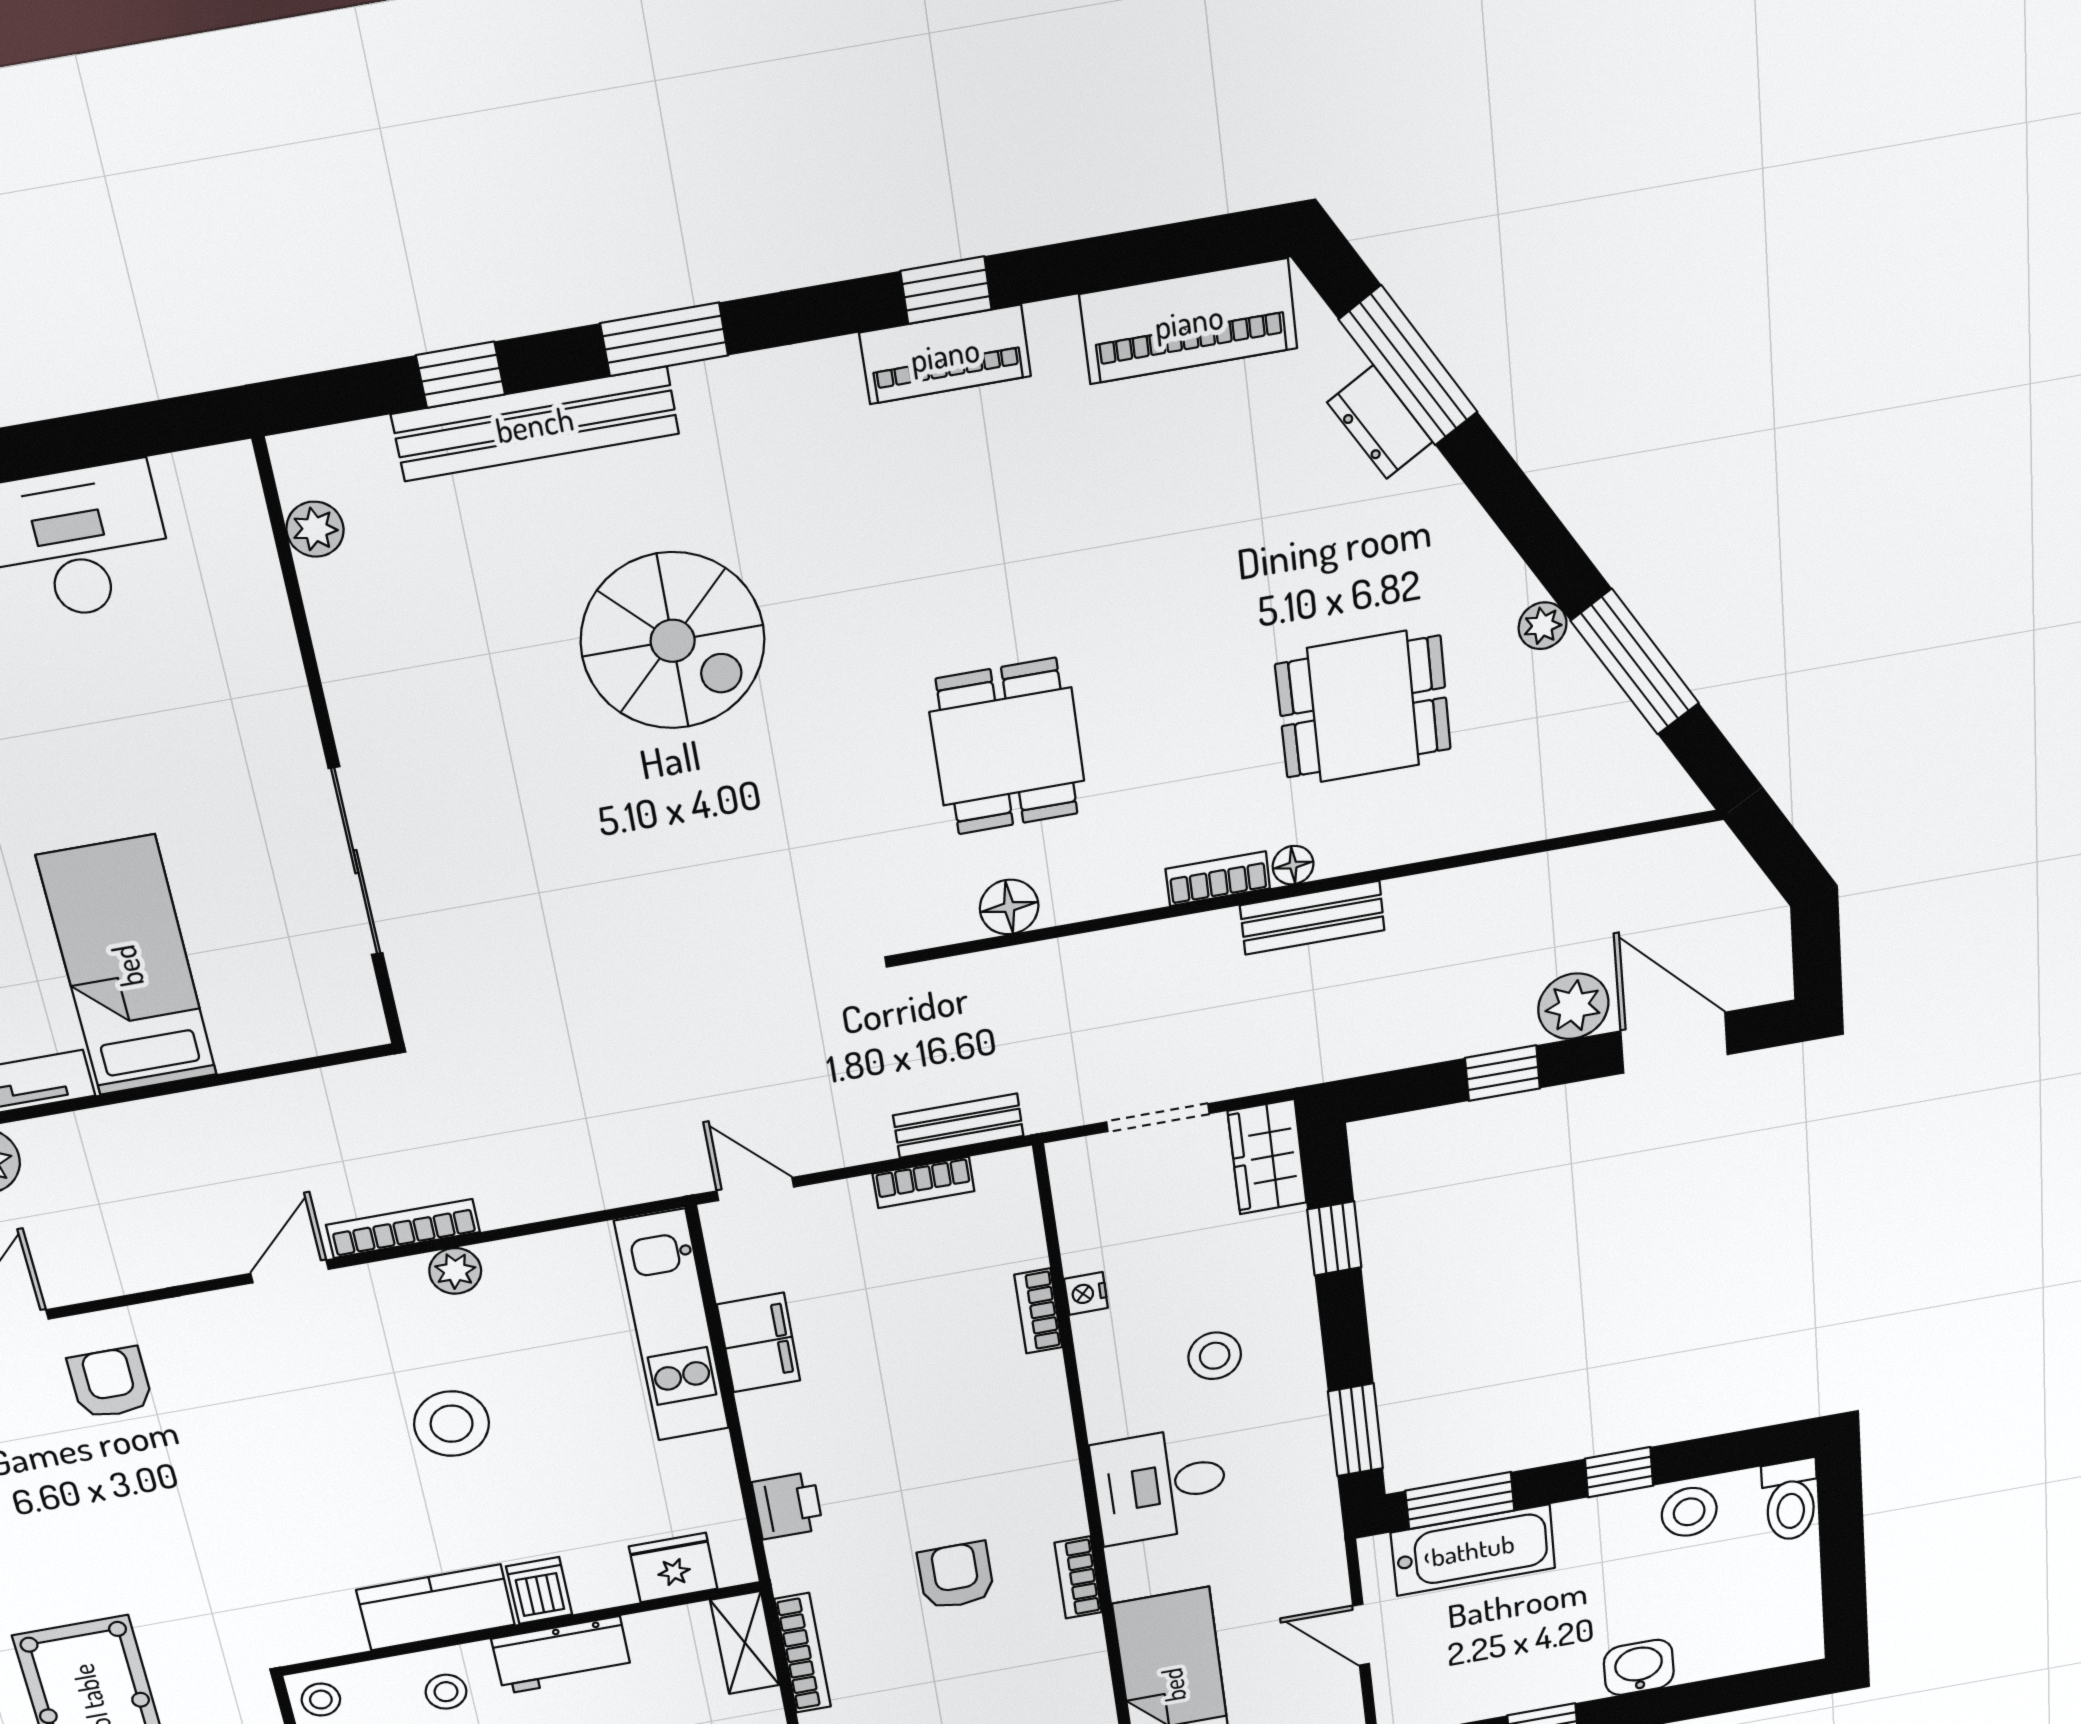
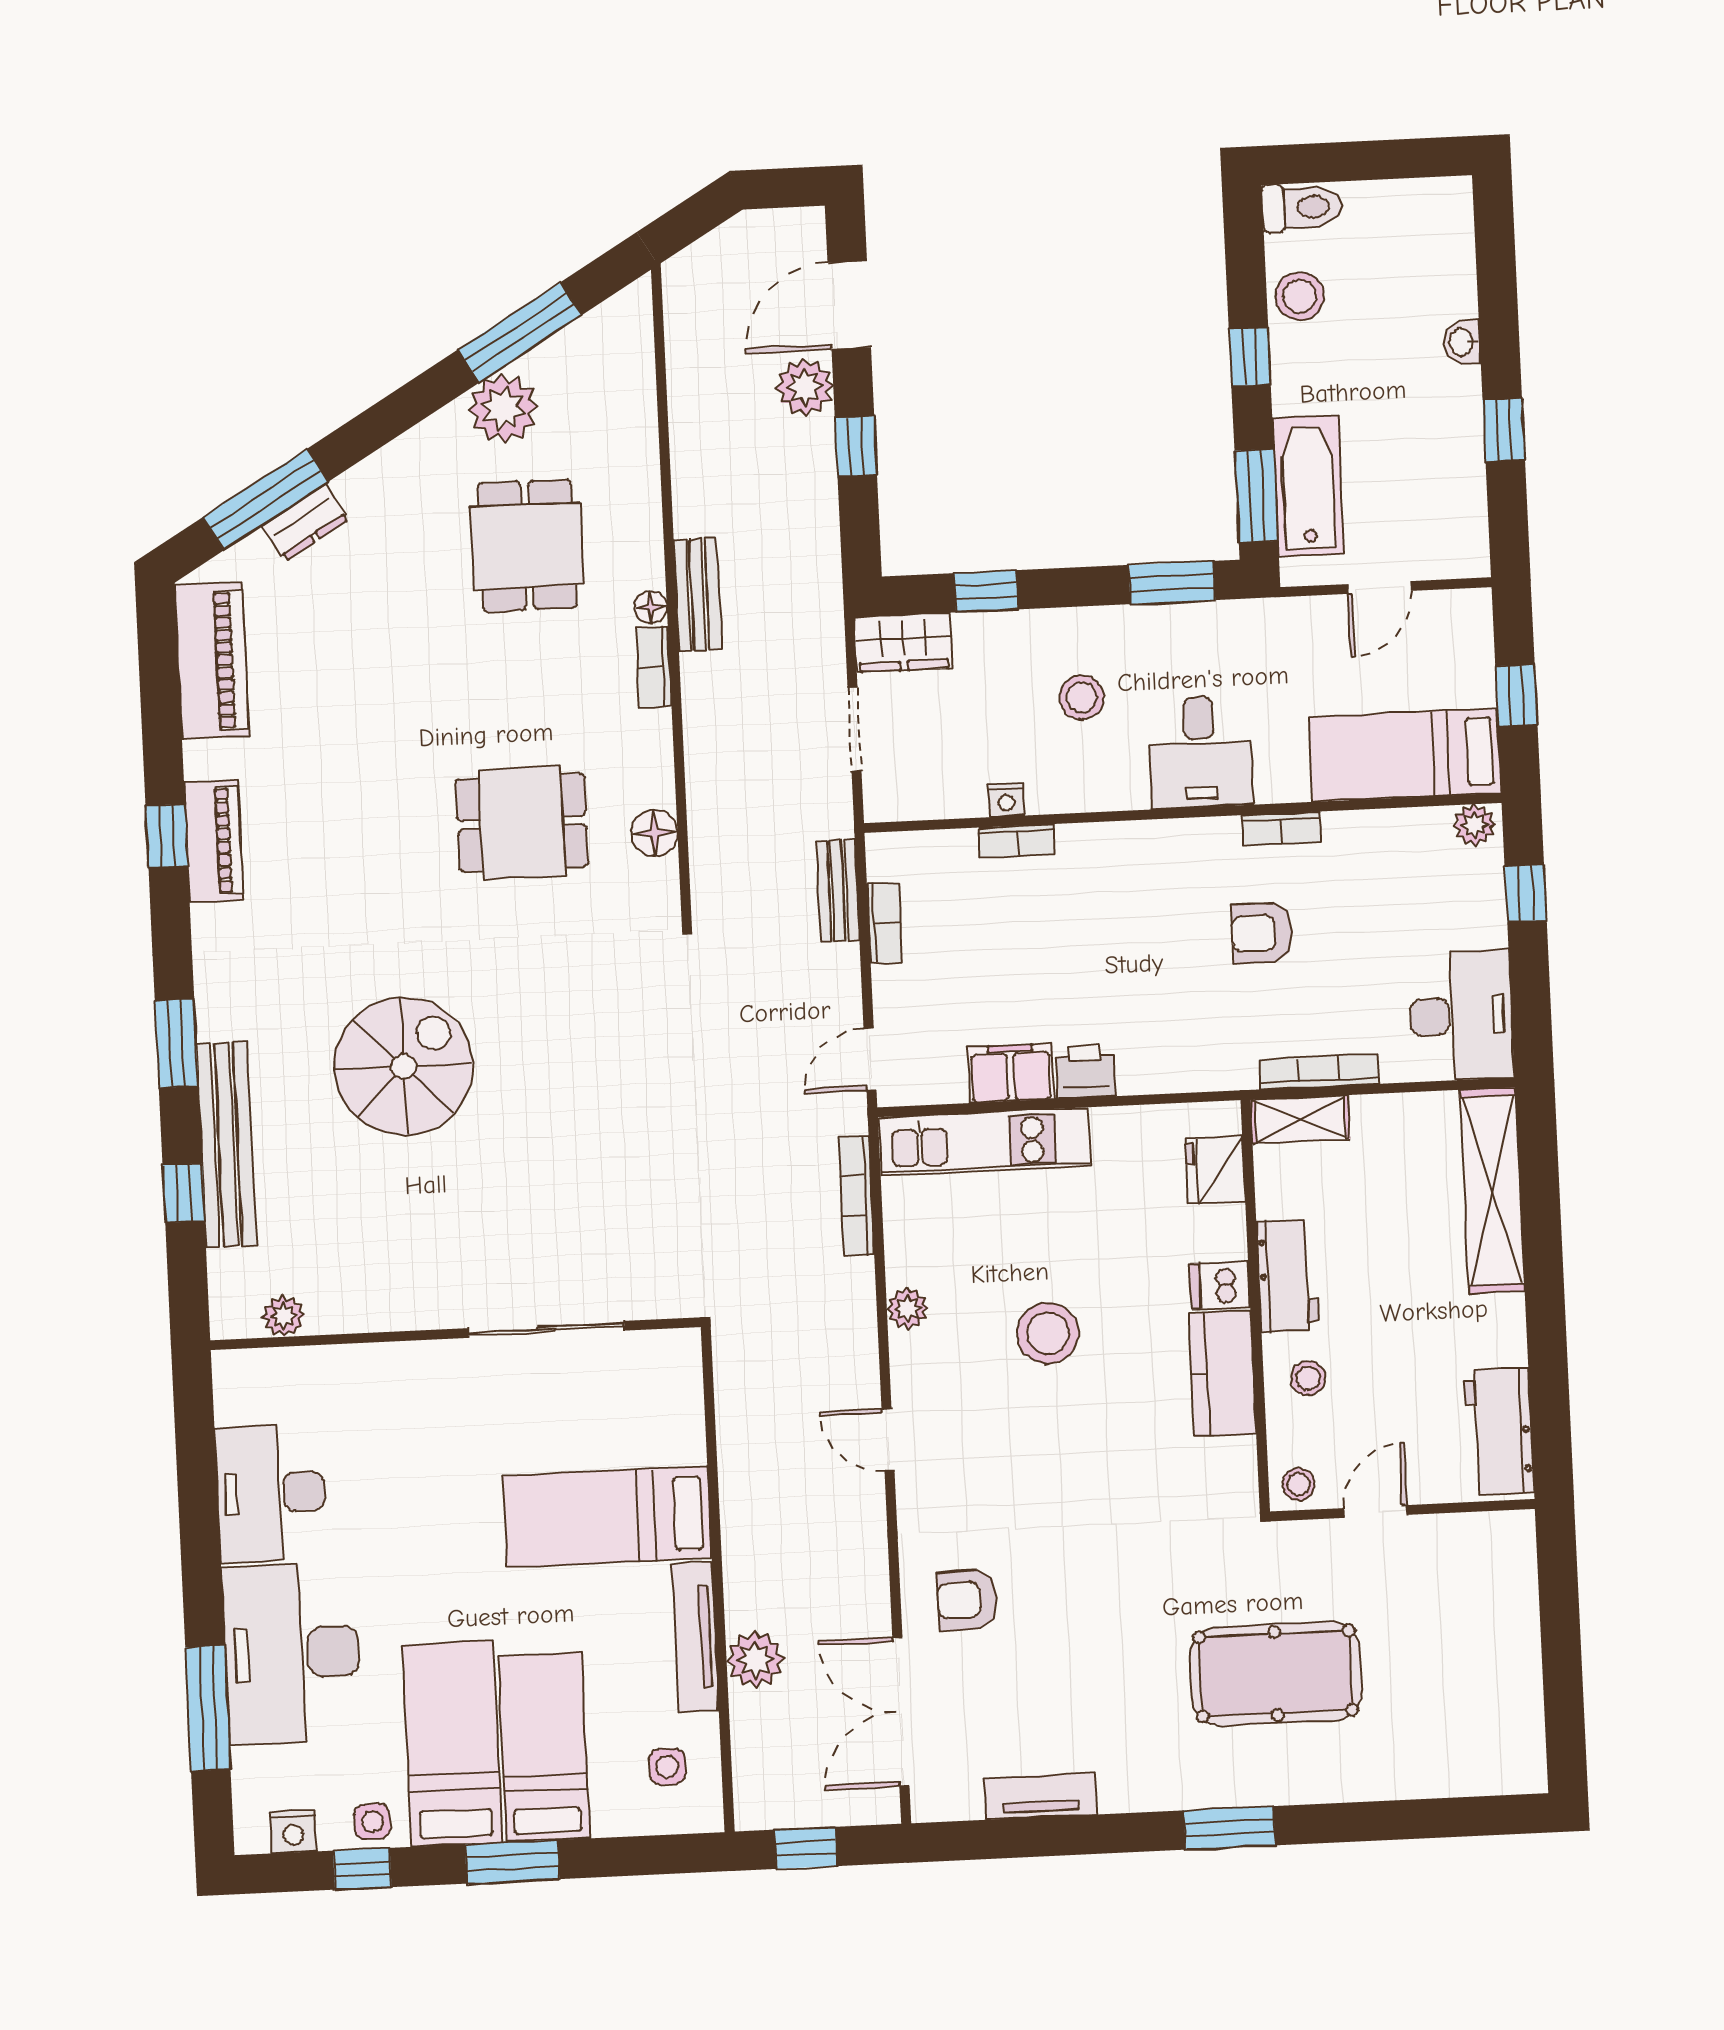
plant: (1543, 626) -> (503, 409), width x1.88, depth x1.88
bookcase: (403, 1229) -> (856, 1196), moved
printer: (788, 1506) -> (1086, 1071), moved
washbasin: (1639, 1667) -> (1462, 342), width x0.72, depth x0.69

